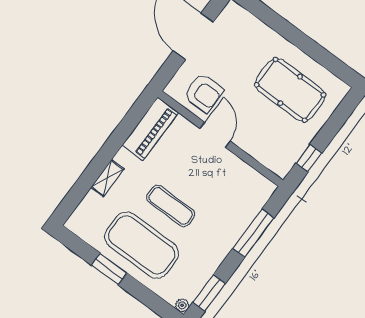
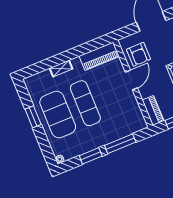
piano: (271, 159) -> (153, 110), added
exercise mat: (171, 206) -> (85, 103), width x1.36, depth x1.45
window: (209, 293) -> (91, 156), moved

